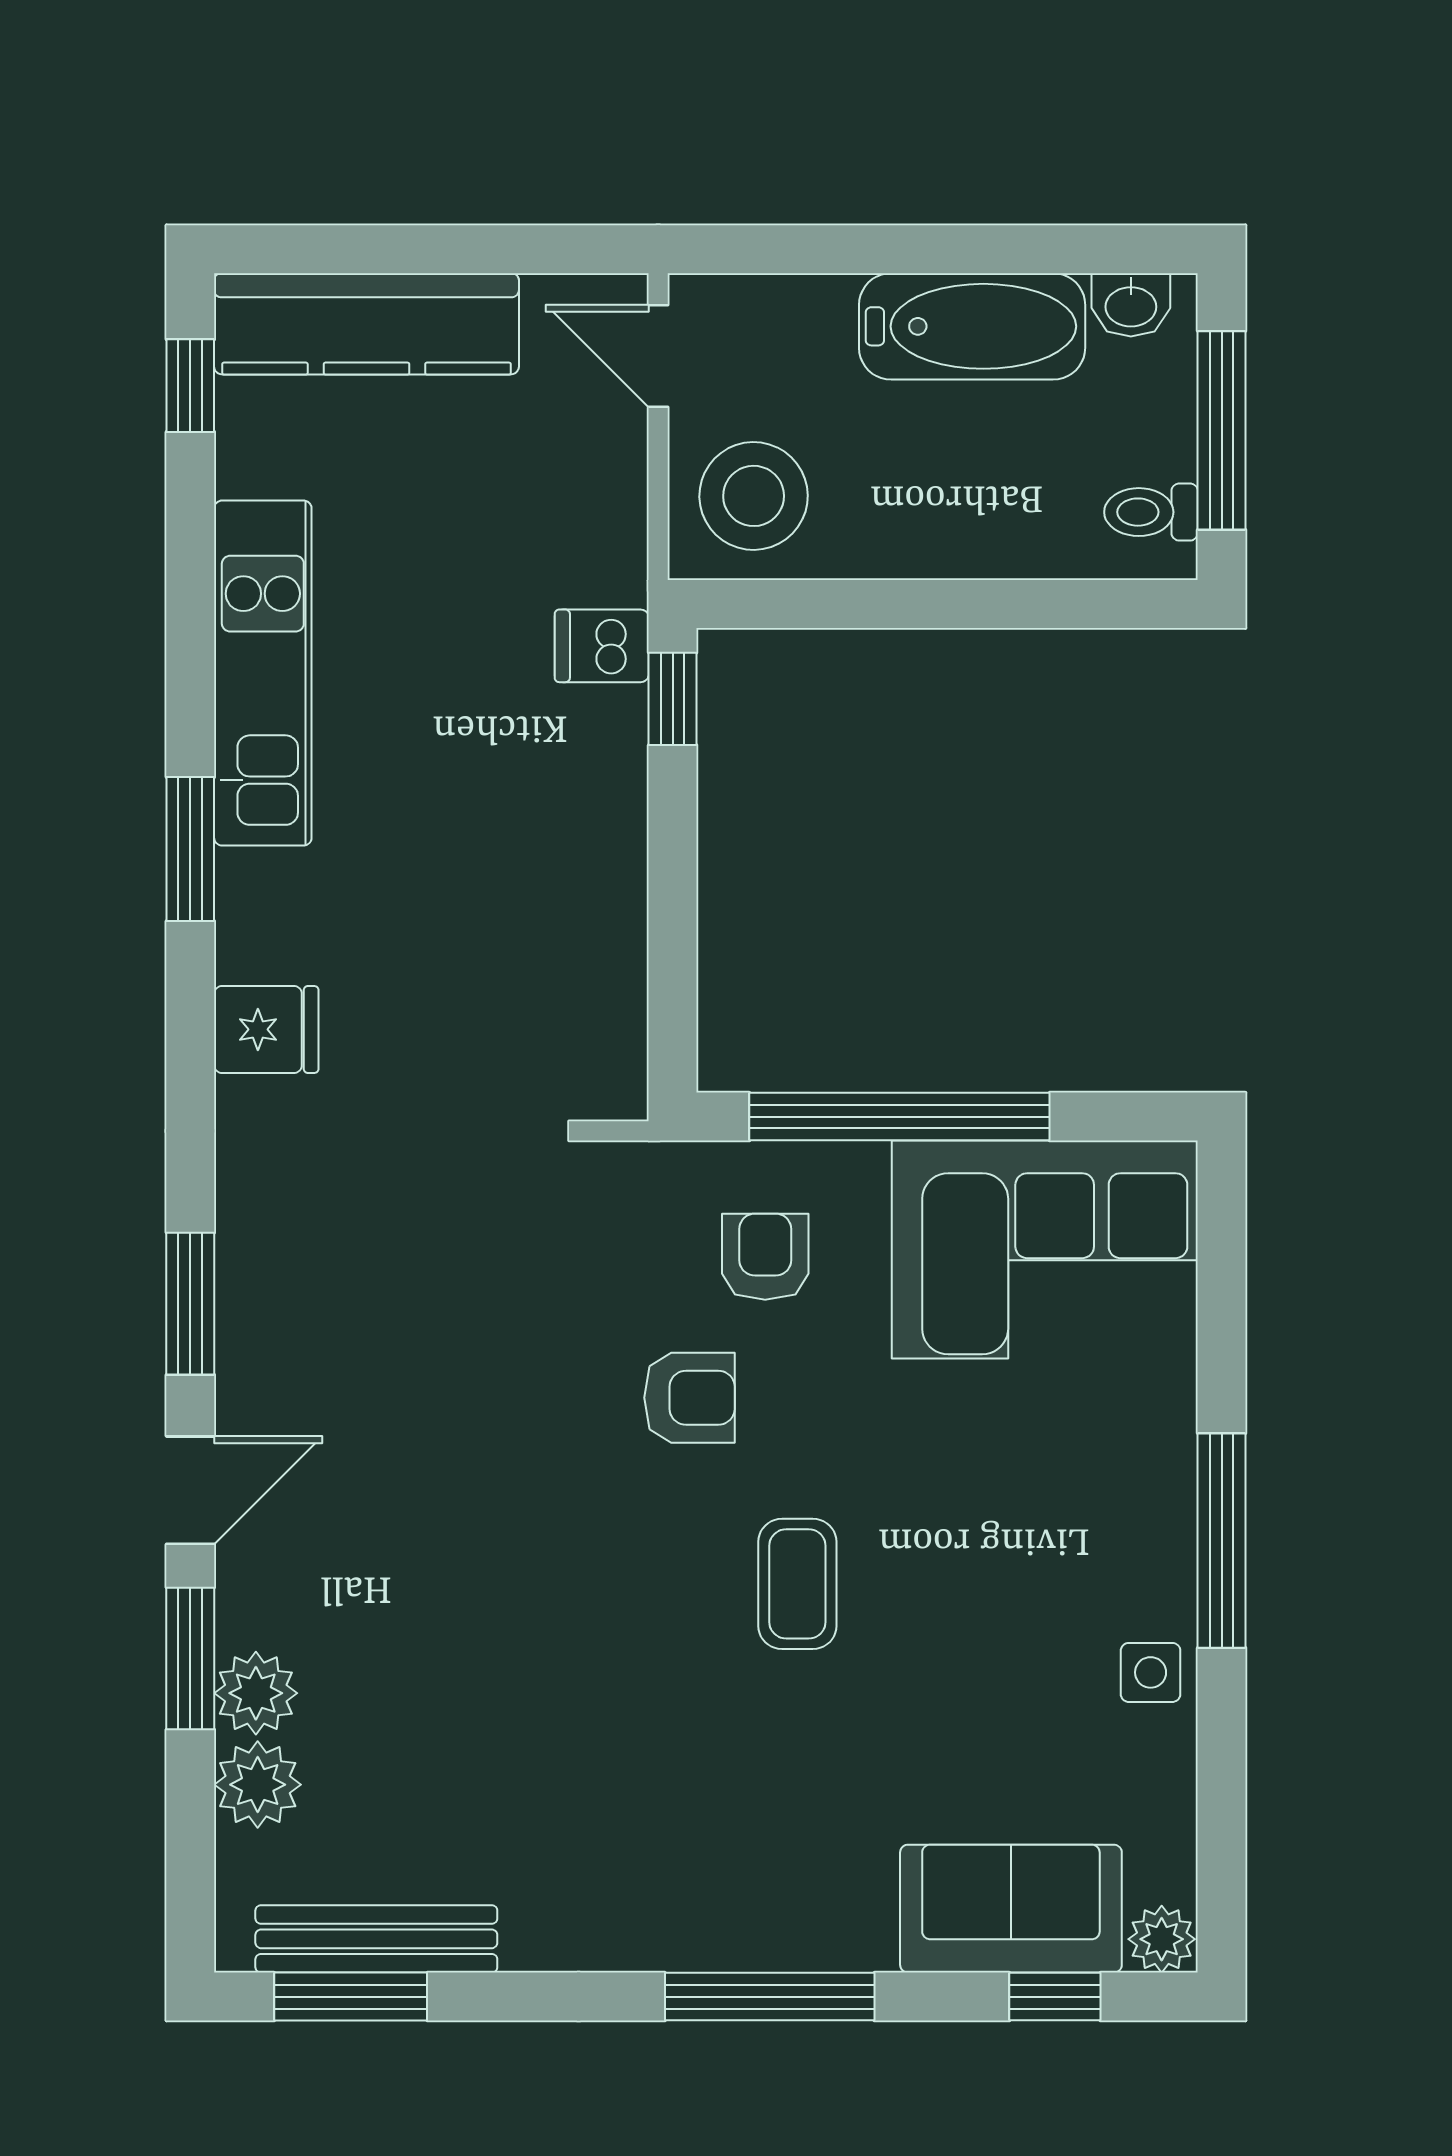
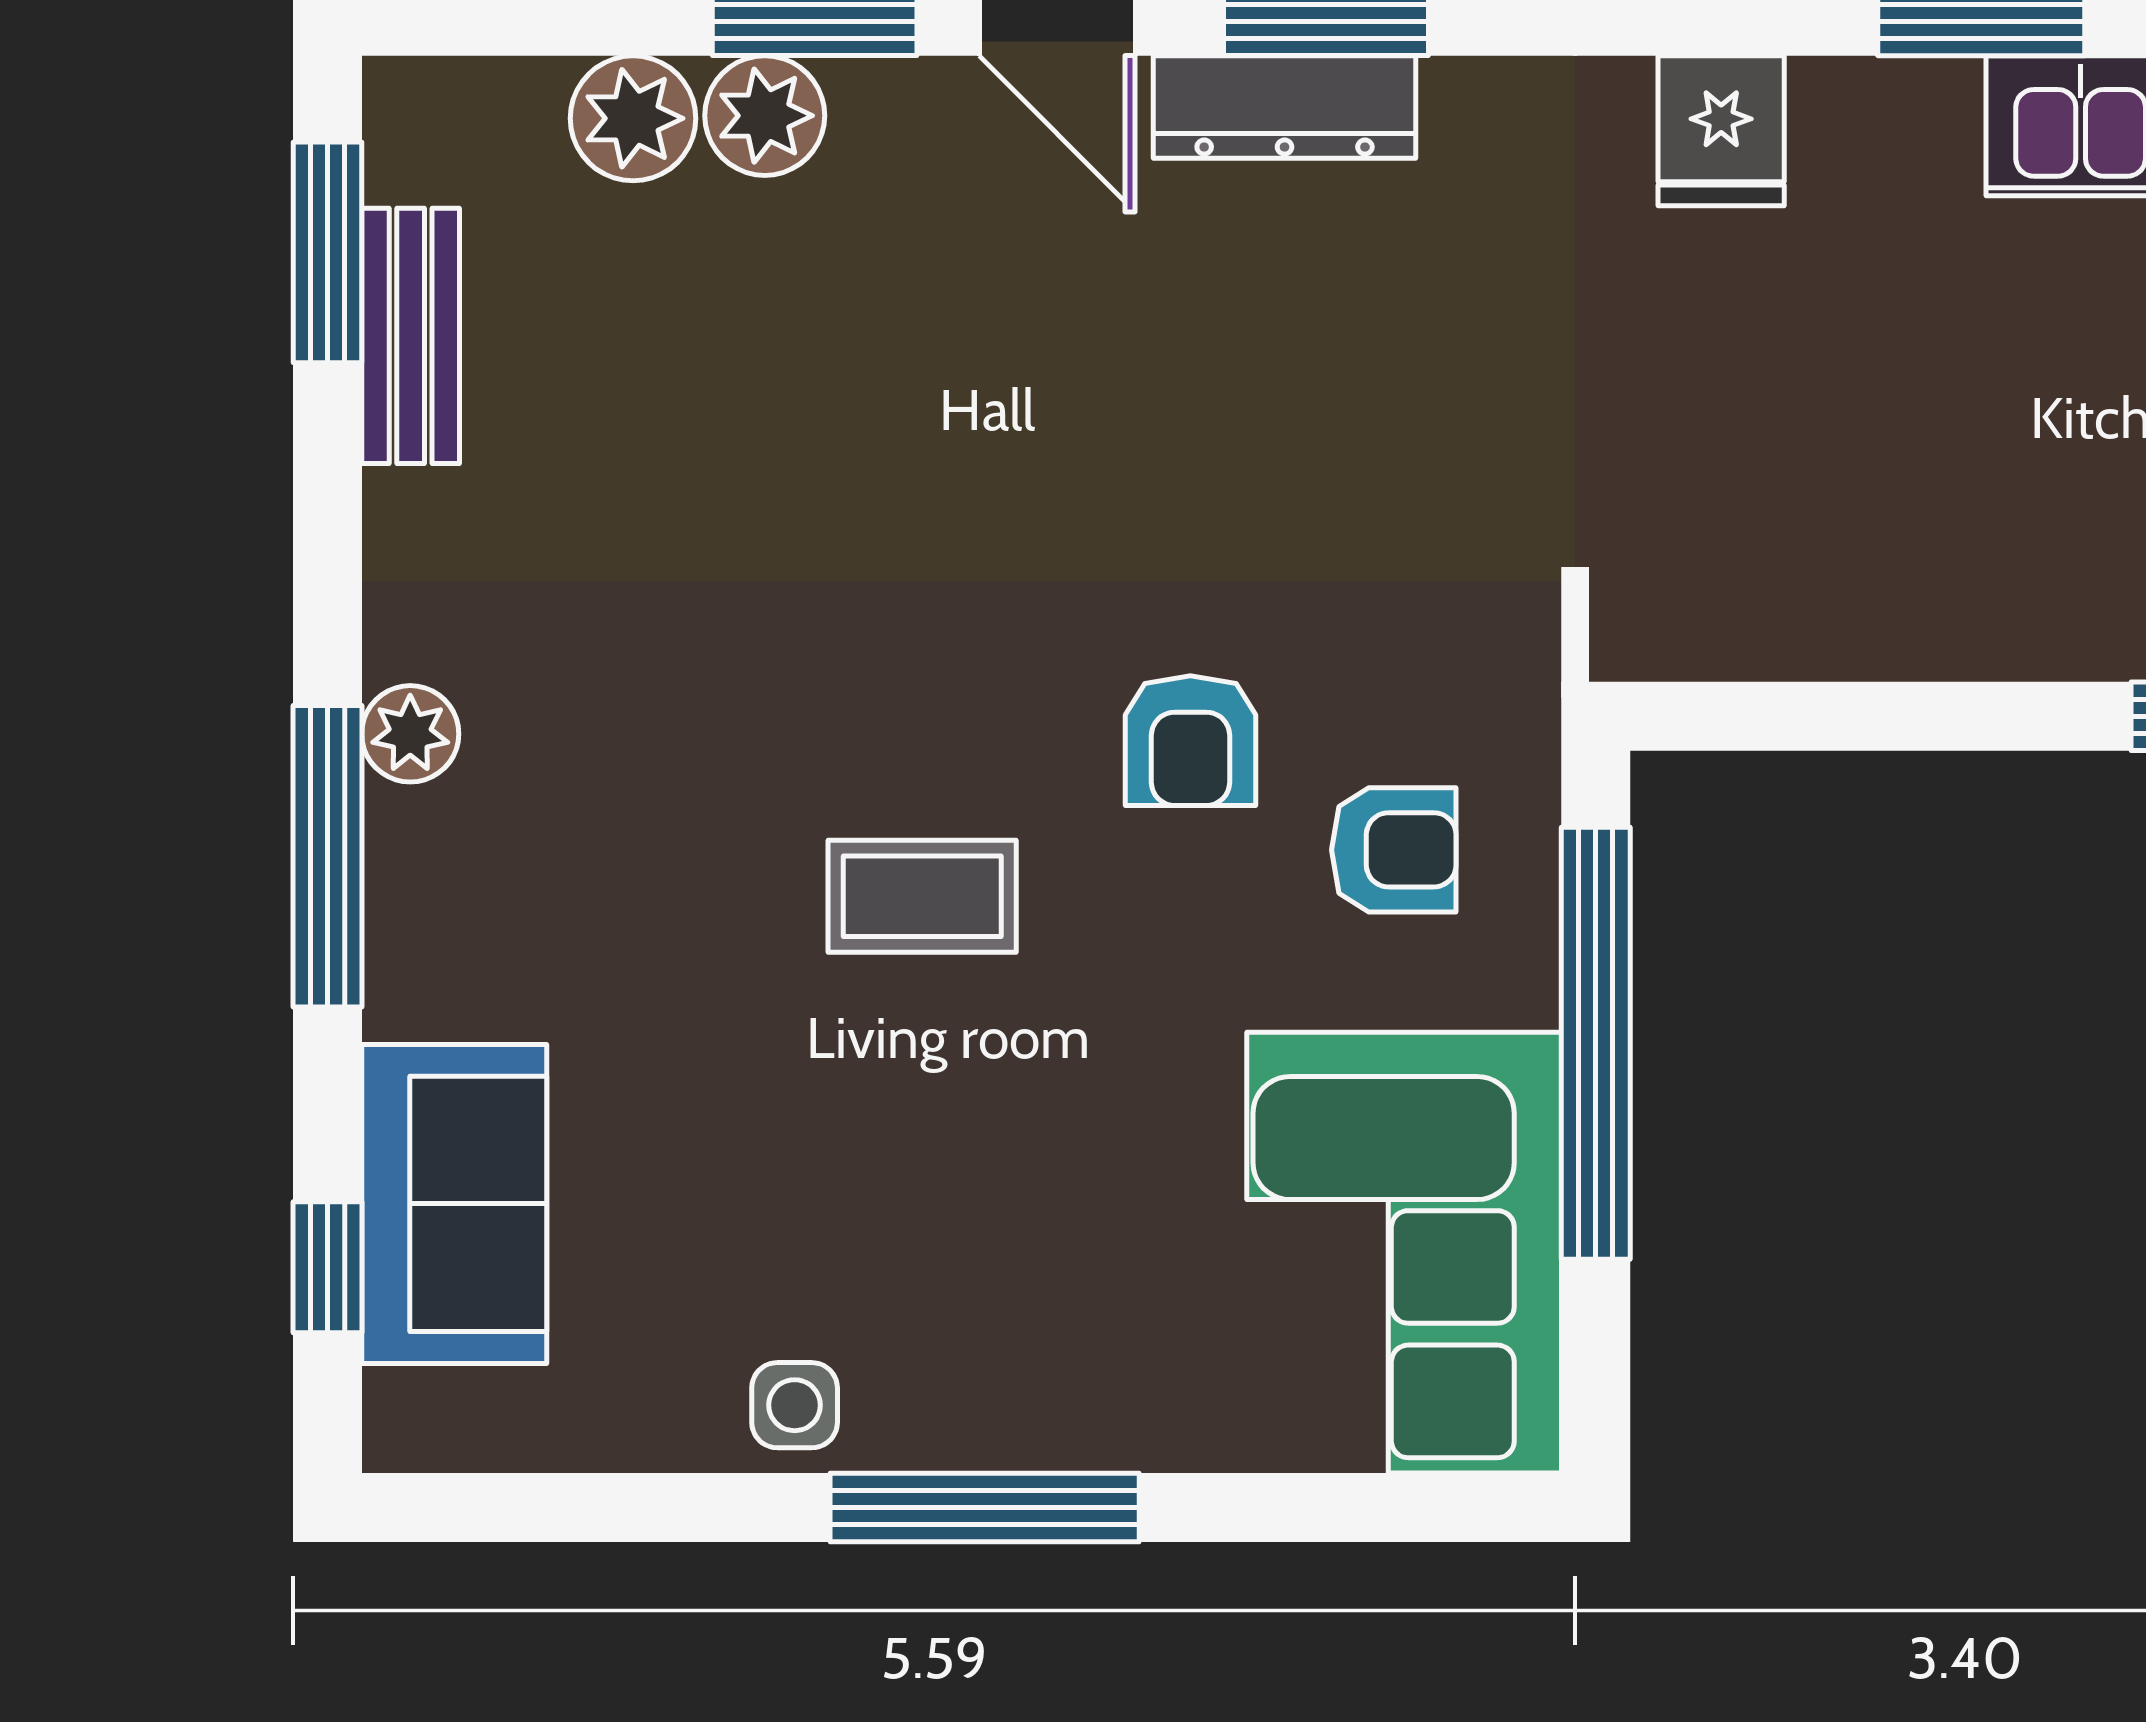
dresser: (250, 1332) -> (1285, 107), added
bench: (376, 1939) -> (411, 336), width x0.73
plant: (1162, 1939) -> (410, 734), moved

